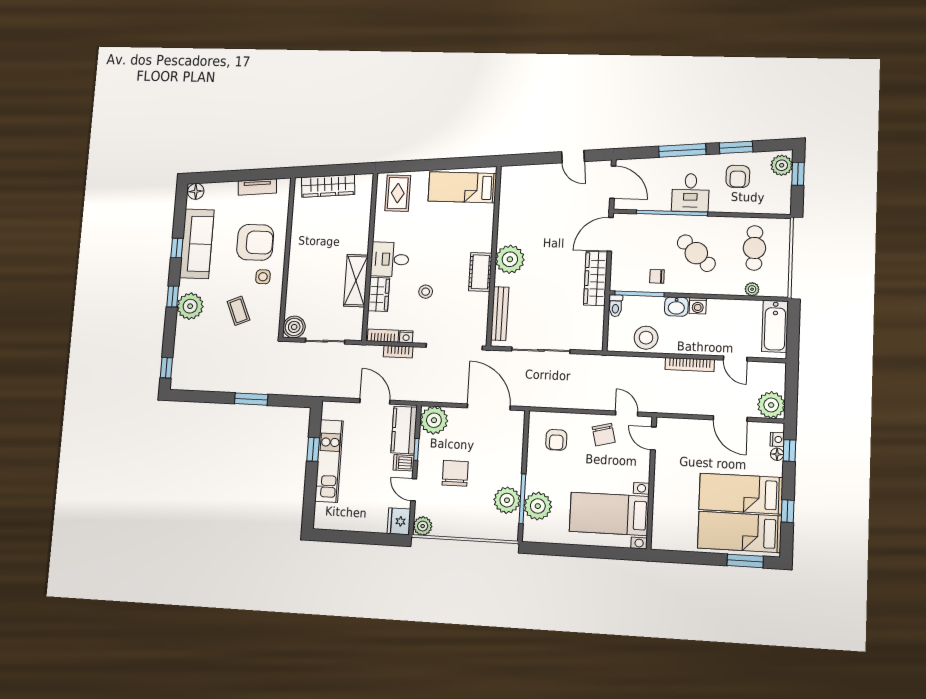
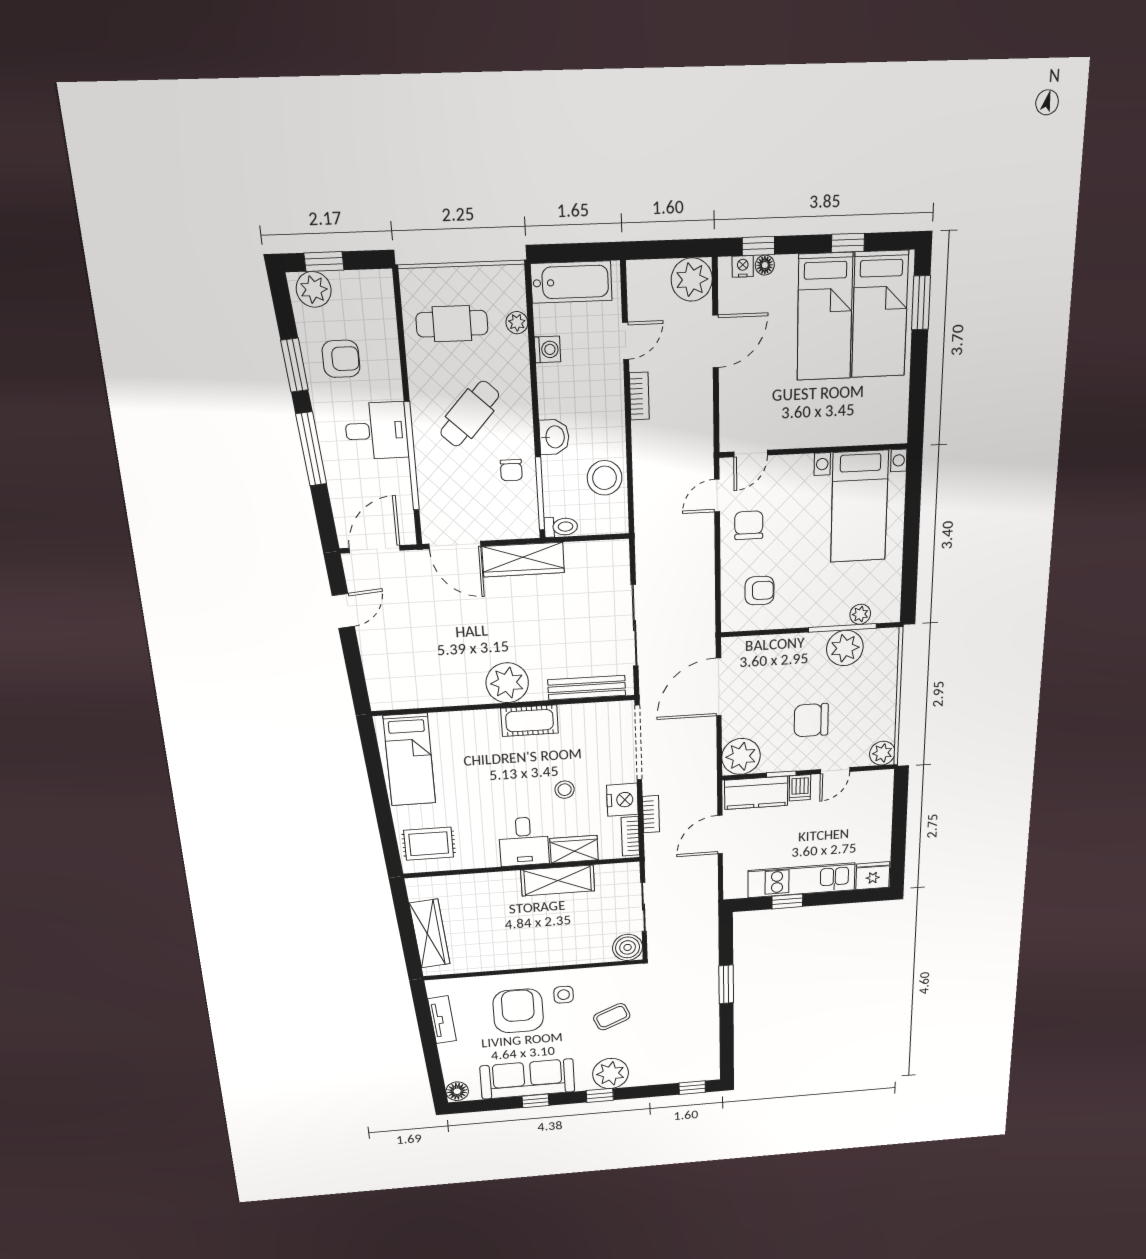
washing machine: (698, 306) -> (547, 350), moved
nightstand: (406, 337) -> (622, 800), width x1.89, depth x1.79
bookcase: (690, 365) -> (639, 396), width x0.64
chair: (604, 435) -> (749, 525), turned -76
plant: (538, 506) -> (860, 614), width x0.53, depth x0.53
fridge: (399, 521) -> (873, 876), moved, turned 180

